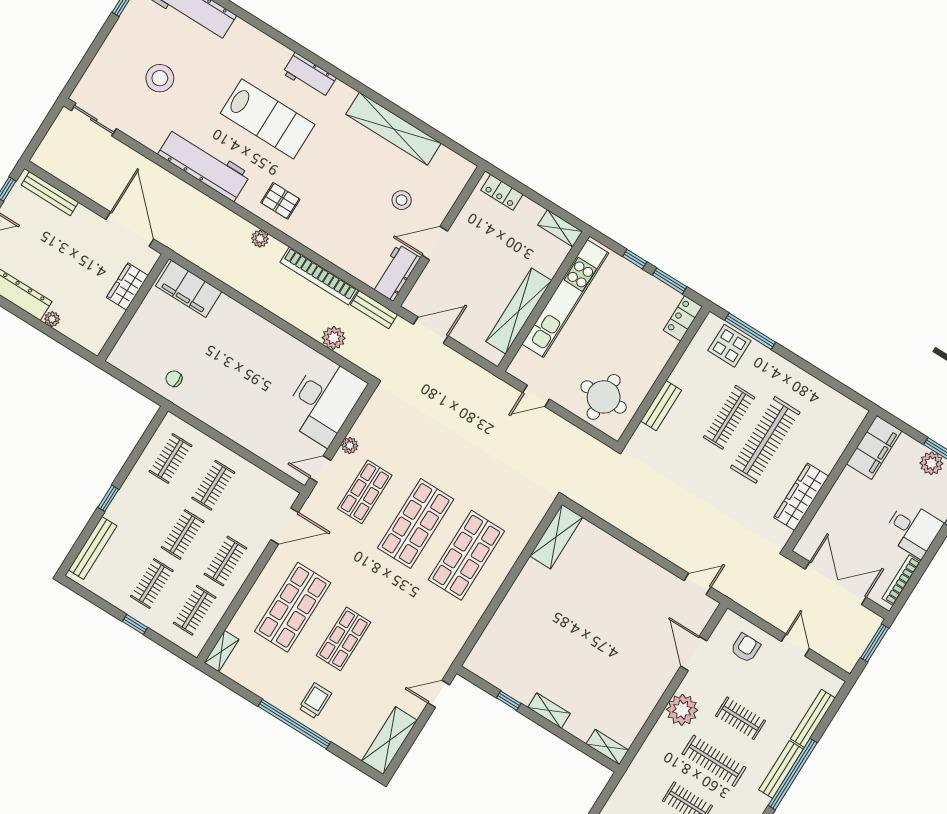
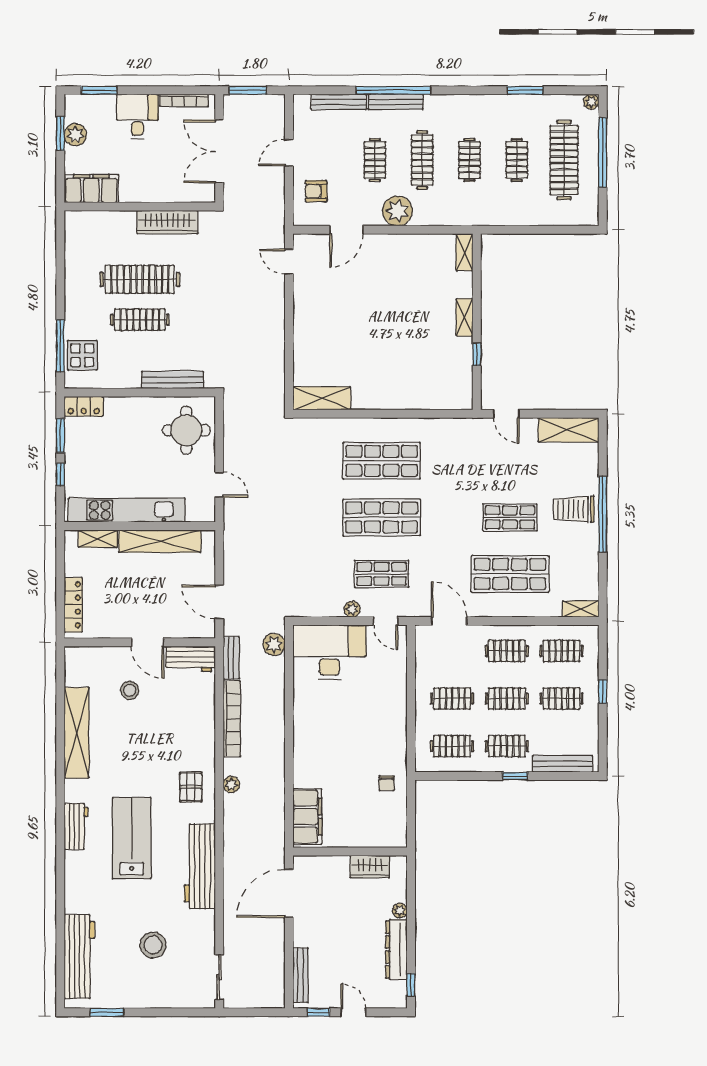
locker: (502, 192) -> (73, 605), width x1.53
shelving: (560, 228) -> (98, 539), moved, turned 90
wardrobe: (127, 286) -> (370, 867), moved
plant: (334, 338) -> (274, 644), moved
bench: (661, 406) -> (173, 380), width x1.36
clothes rail: (140, 508) -> (507, 746), added
trolley: (315, 701) -> (574, 509), width x1.36, depth x1.39

